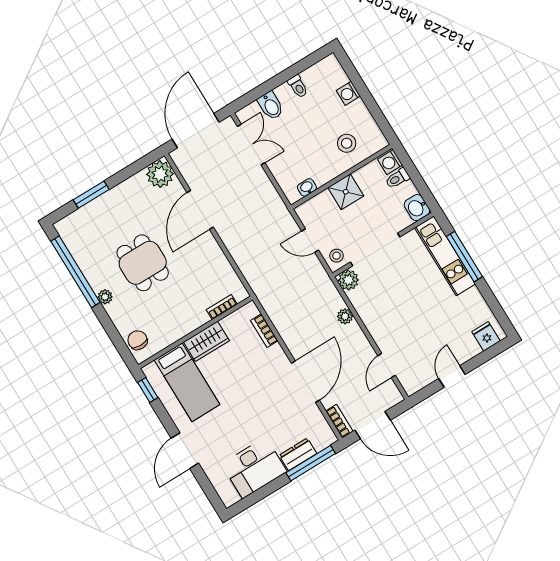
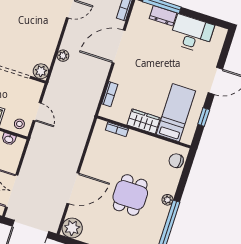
stool: (337, 256) -> (19, 124), moved
chair: (138, 340) -> (176, 161), turned 89
window: (148, 390) -> (204, 117), moved

